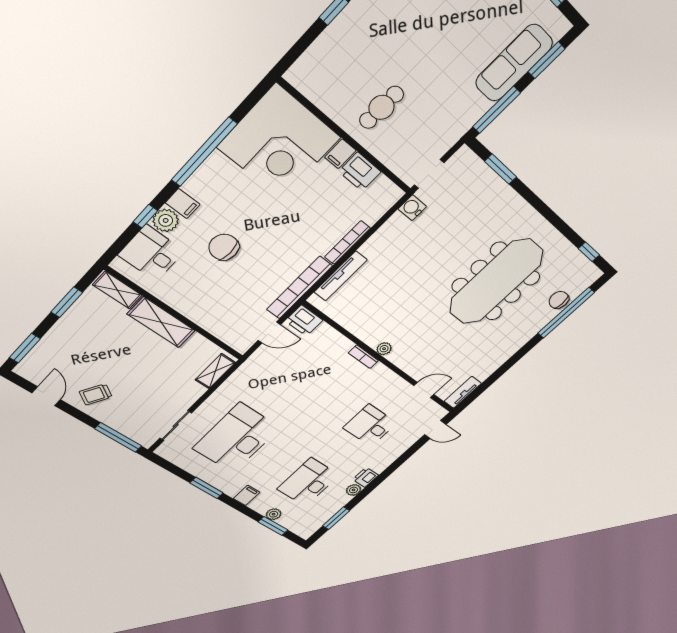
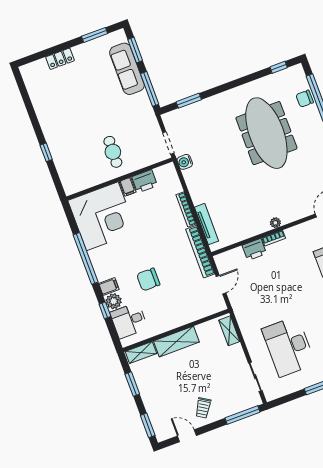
printer: (304, 321) -> (254, 249), moved

